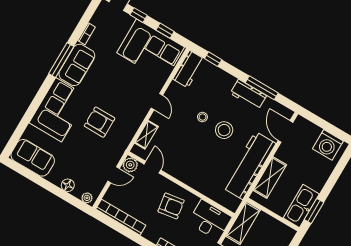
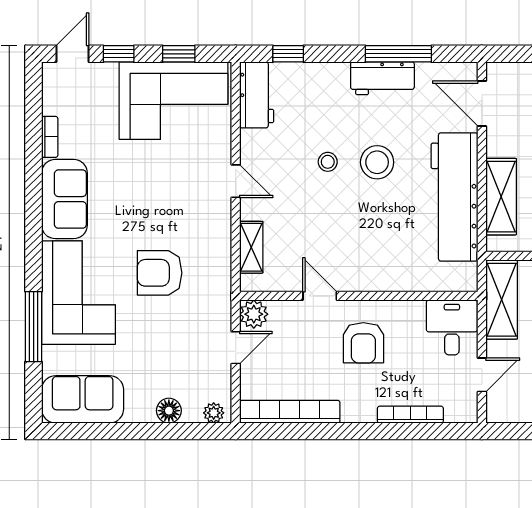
window: (61, 60) -> (34, 327), moved
door: (152, 167) -> (320, 296), moved
armchair: (171, 206) -> (363, 343), turned 99
desk: (210, 220) -> (452, 327), width x0.73

